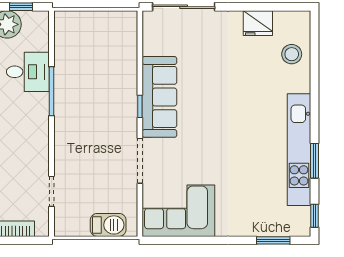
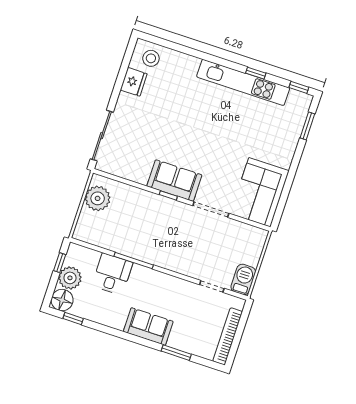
plant: (109, 26) -> (98, 198), added
stool: (292, 54) -> (151, 58), moved
sofa: (159, 97) -> (174, 181), width x0.73
window: (314, 161) -> (256, 73), width x0.67
barbecue: (108, 225) -> (243, 279), moved

